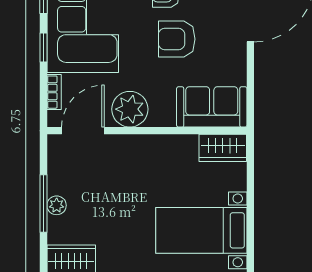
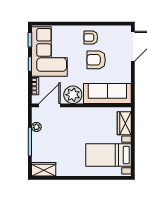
sofa: (212, 107) -> (107, 94), width x1.36
wardrobe: (223, 148) -> (124, 123), moved, turned 90
plant: (57, 205) -> (36, 127), moved

